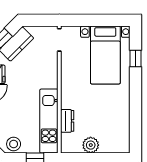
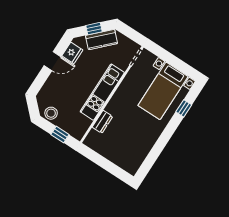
kitchen unit: (49, 121) -> (102, 92), moved
plant: (91, 145) -> (108, 151), removed

